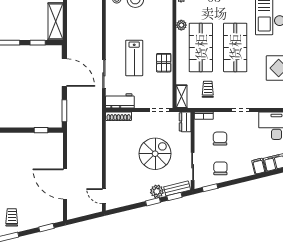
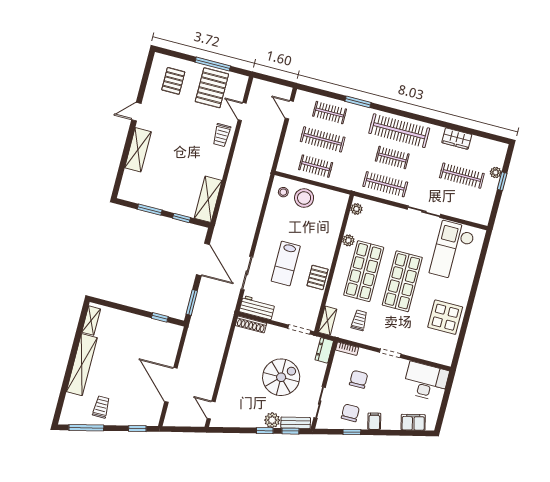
filing cabinet: (259, 166) -> (374, 421), moved
window: (210, 188) -> (352, 432), moved

